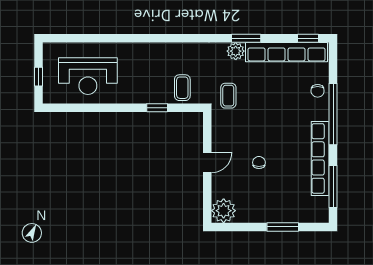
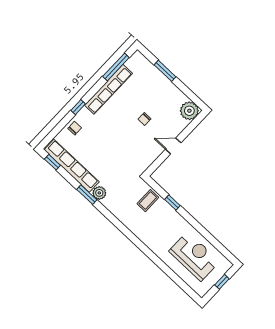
coffee table: (228, 96) -> (127, 172), removed
window: (333, 114) -> (78, 107), width x0.32

